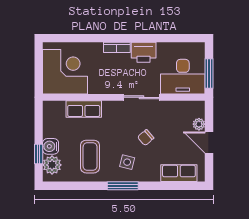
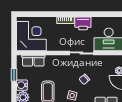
row of seats: (84, 109) -> (33, 61), moved
window: (39, 154) -> (14, 75), moved

